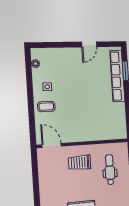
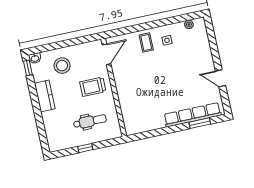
trolley: (80, 163) -> (93, 87), turned -90
stool: (56, 189) -> (62, 66), added

